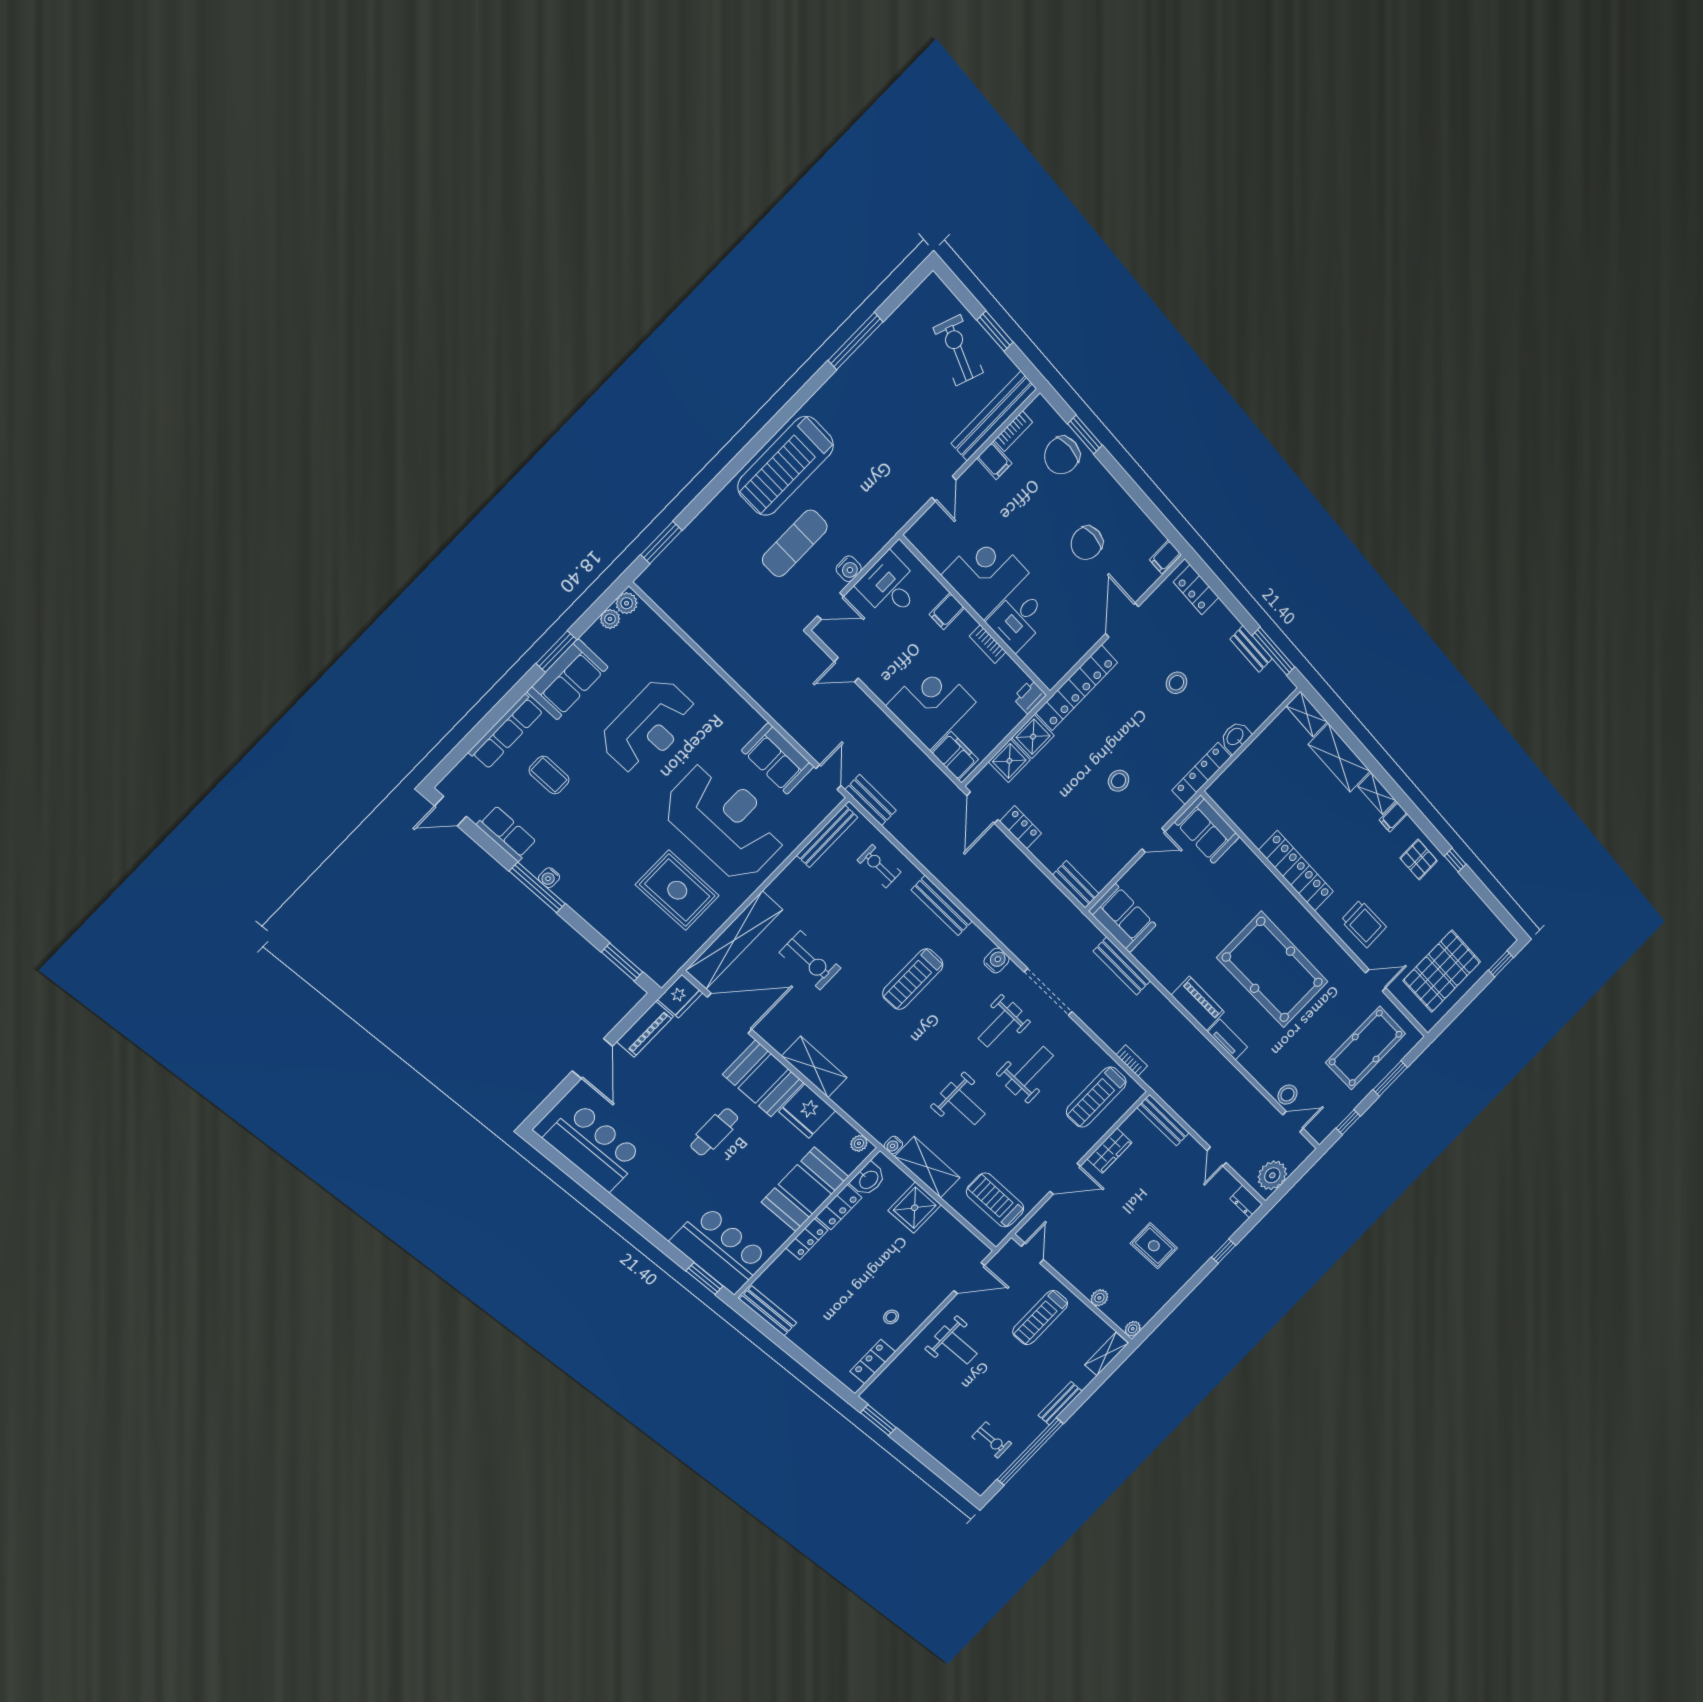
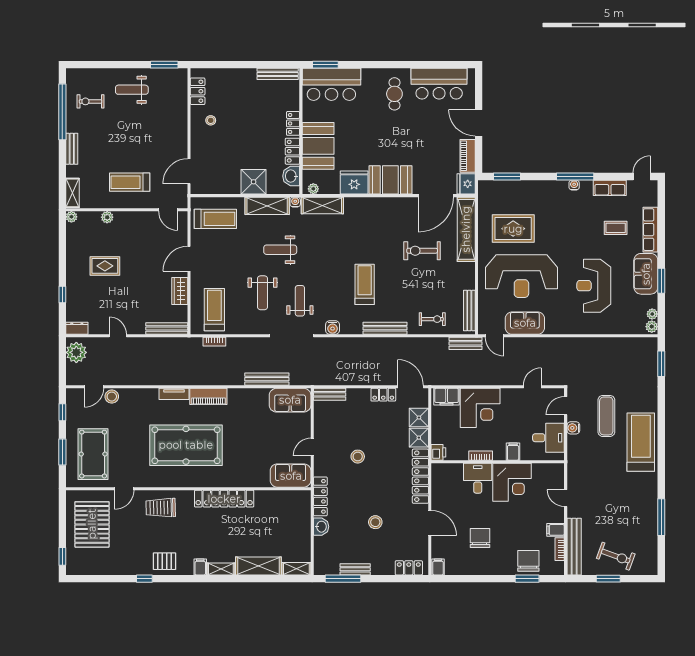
shelving: (814, 1067) -> (322, 205), moved
cafe table: (714, 1132) -> (394, 94), moved
treadmill: (1040, 1318) -> (130, 182), turned -90
weight bench: (956, 1345) -> (132, 90), moved

